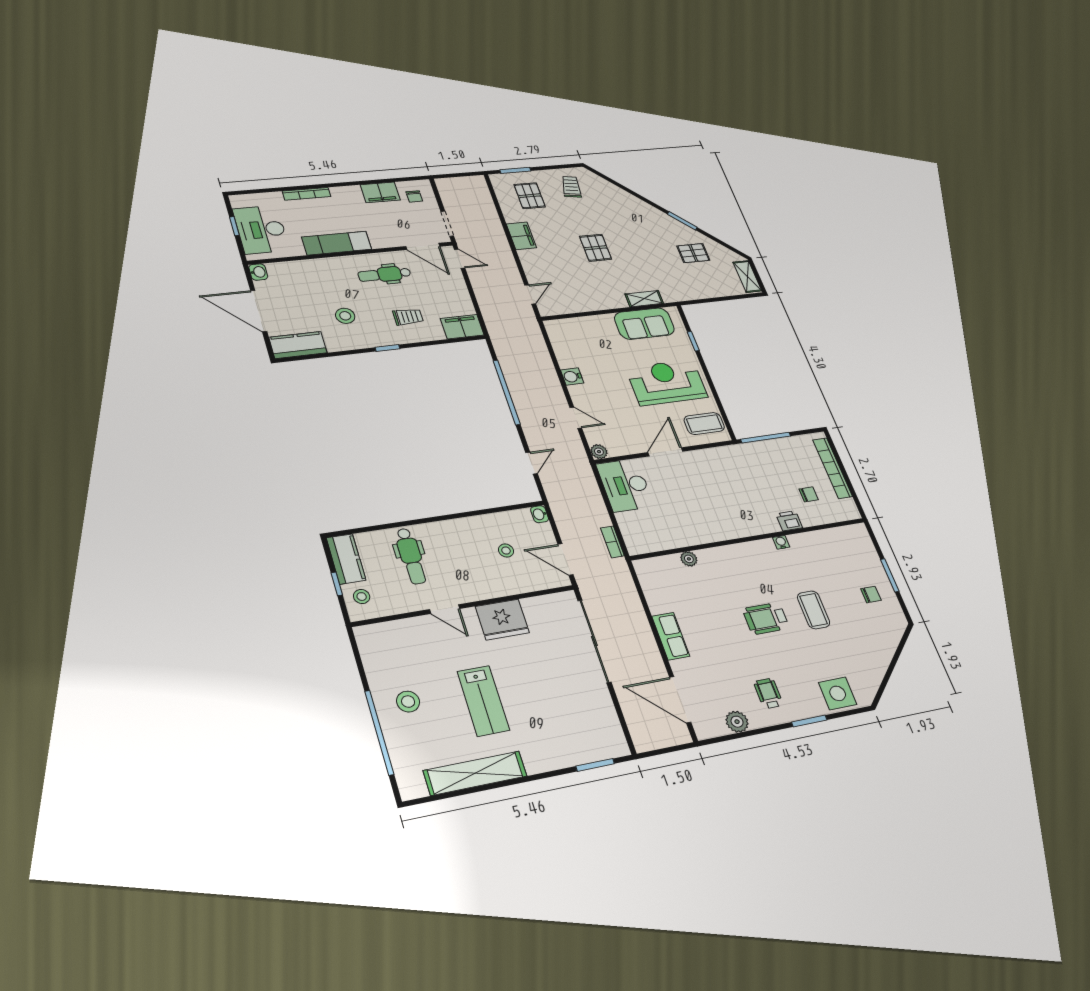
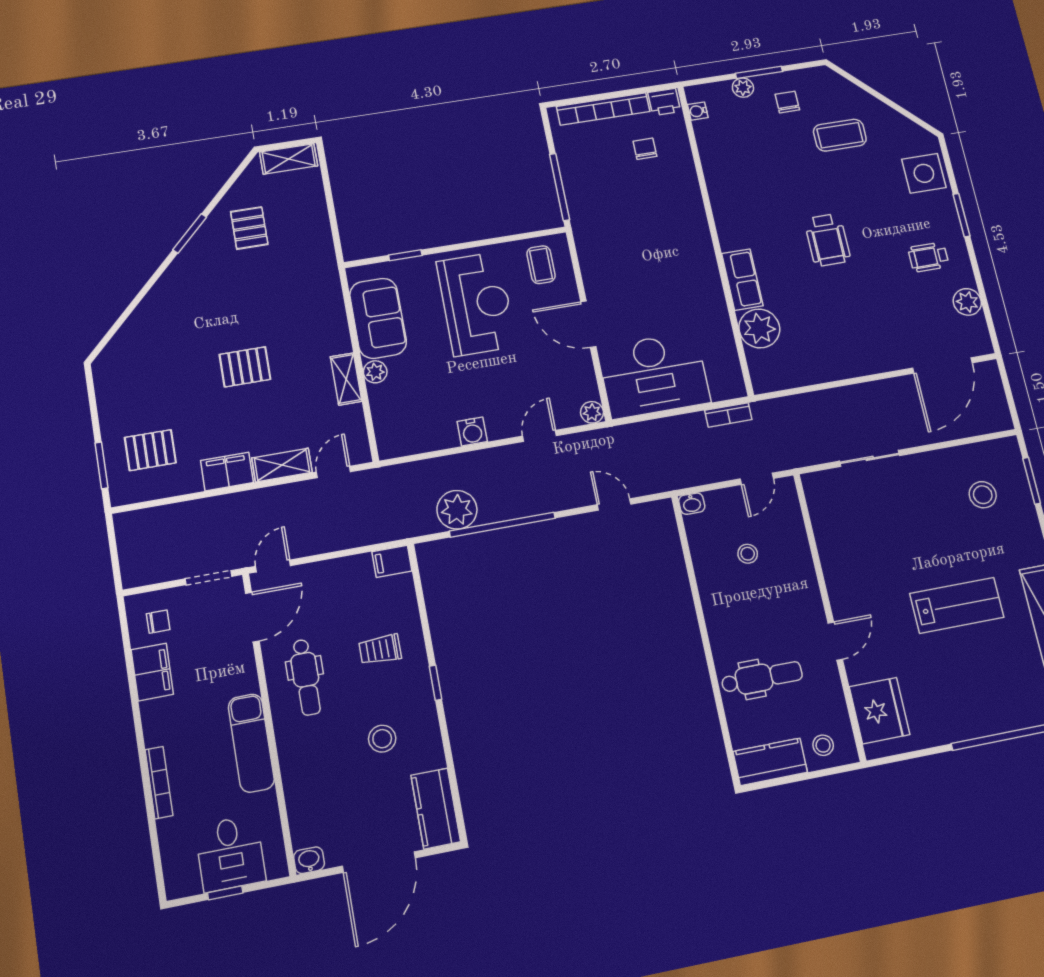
trolley: (571, 187) -> (131, 386), removed
desk: (261, 230) -> (230, 853), width x0.73
shelving: (530, 266) -> (282, 465), added
door: (530, 294) -> (333, 472), hinge flipped
shelving: (644, 299) -> (346, 379), moved
trolley: (408, 317) -> (380, 649), turned -90
plant: (605, 321) -> (375, 372), added
filing cabinet: (462, 327) -> (392, 561), width x0.50
plant: (514, 365) -> (457, 510), added
reception desk: (667, 382) -> (476, 304), turned 180
coffee table: (704, 424) -> (541, 265), width x0.73, depth x0.77
desk: (625, 485) -> (654, 375), width x1.36, depth x1.30
printer: (789, 521) -> (664, 102), moved, turned -90
water cooler: (781, 542) -> (698, 111), moved
door: (566, 559) -> (757, 479), width x0.73
plant: (689, 559) -> (759, 328), width x1.88, depth x1.88
plant: (874, 563) -> (743, 88), added
window: (337, 584) -> (807, 776), removed
coffee table: (814, 610) -> (840, 135), moved
fridge: (502, 620) -> (880, 711), moved
row of seats: (671, 636) -> (742, 280), moved, turned 90
sliding door: (594, 641) -> (870, 458), width x0.54
stool: (408, 702) -> (983, 495), moved

